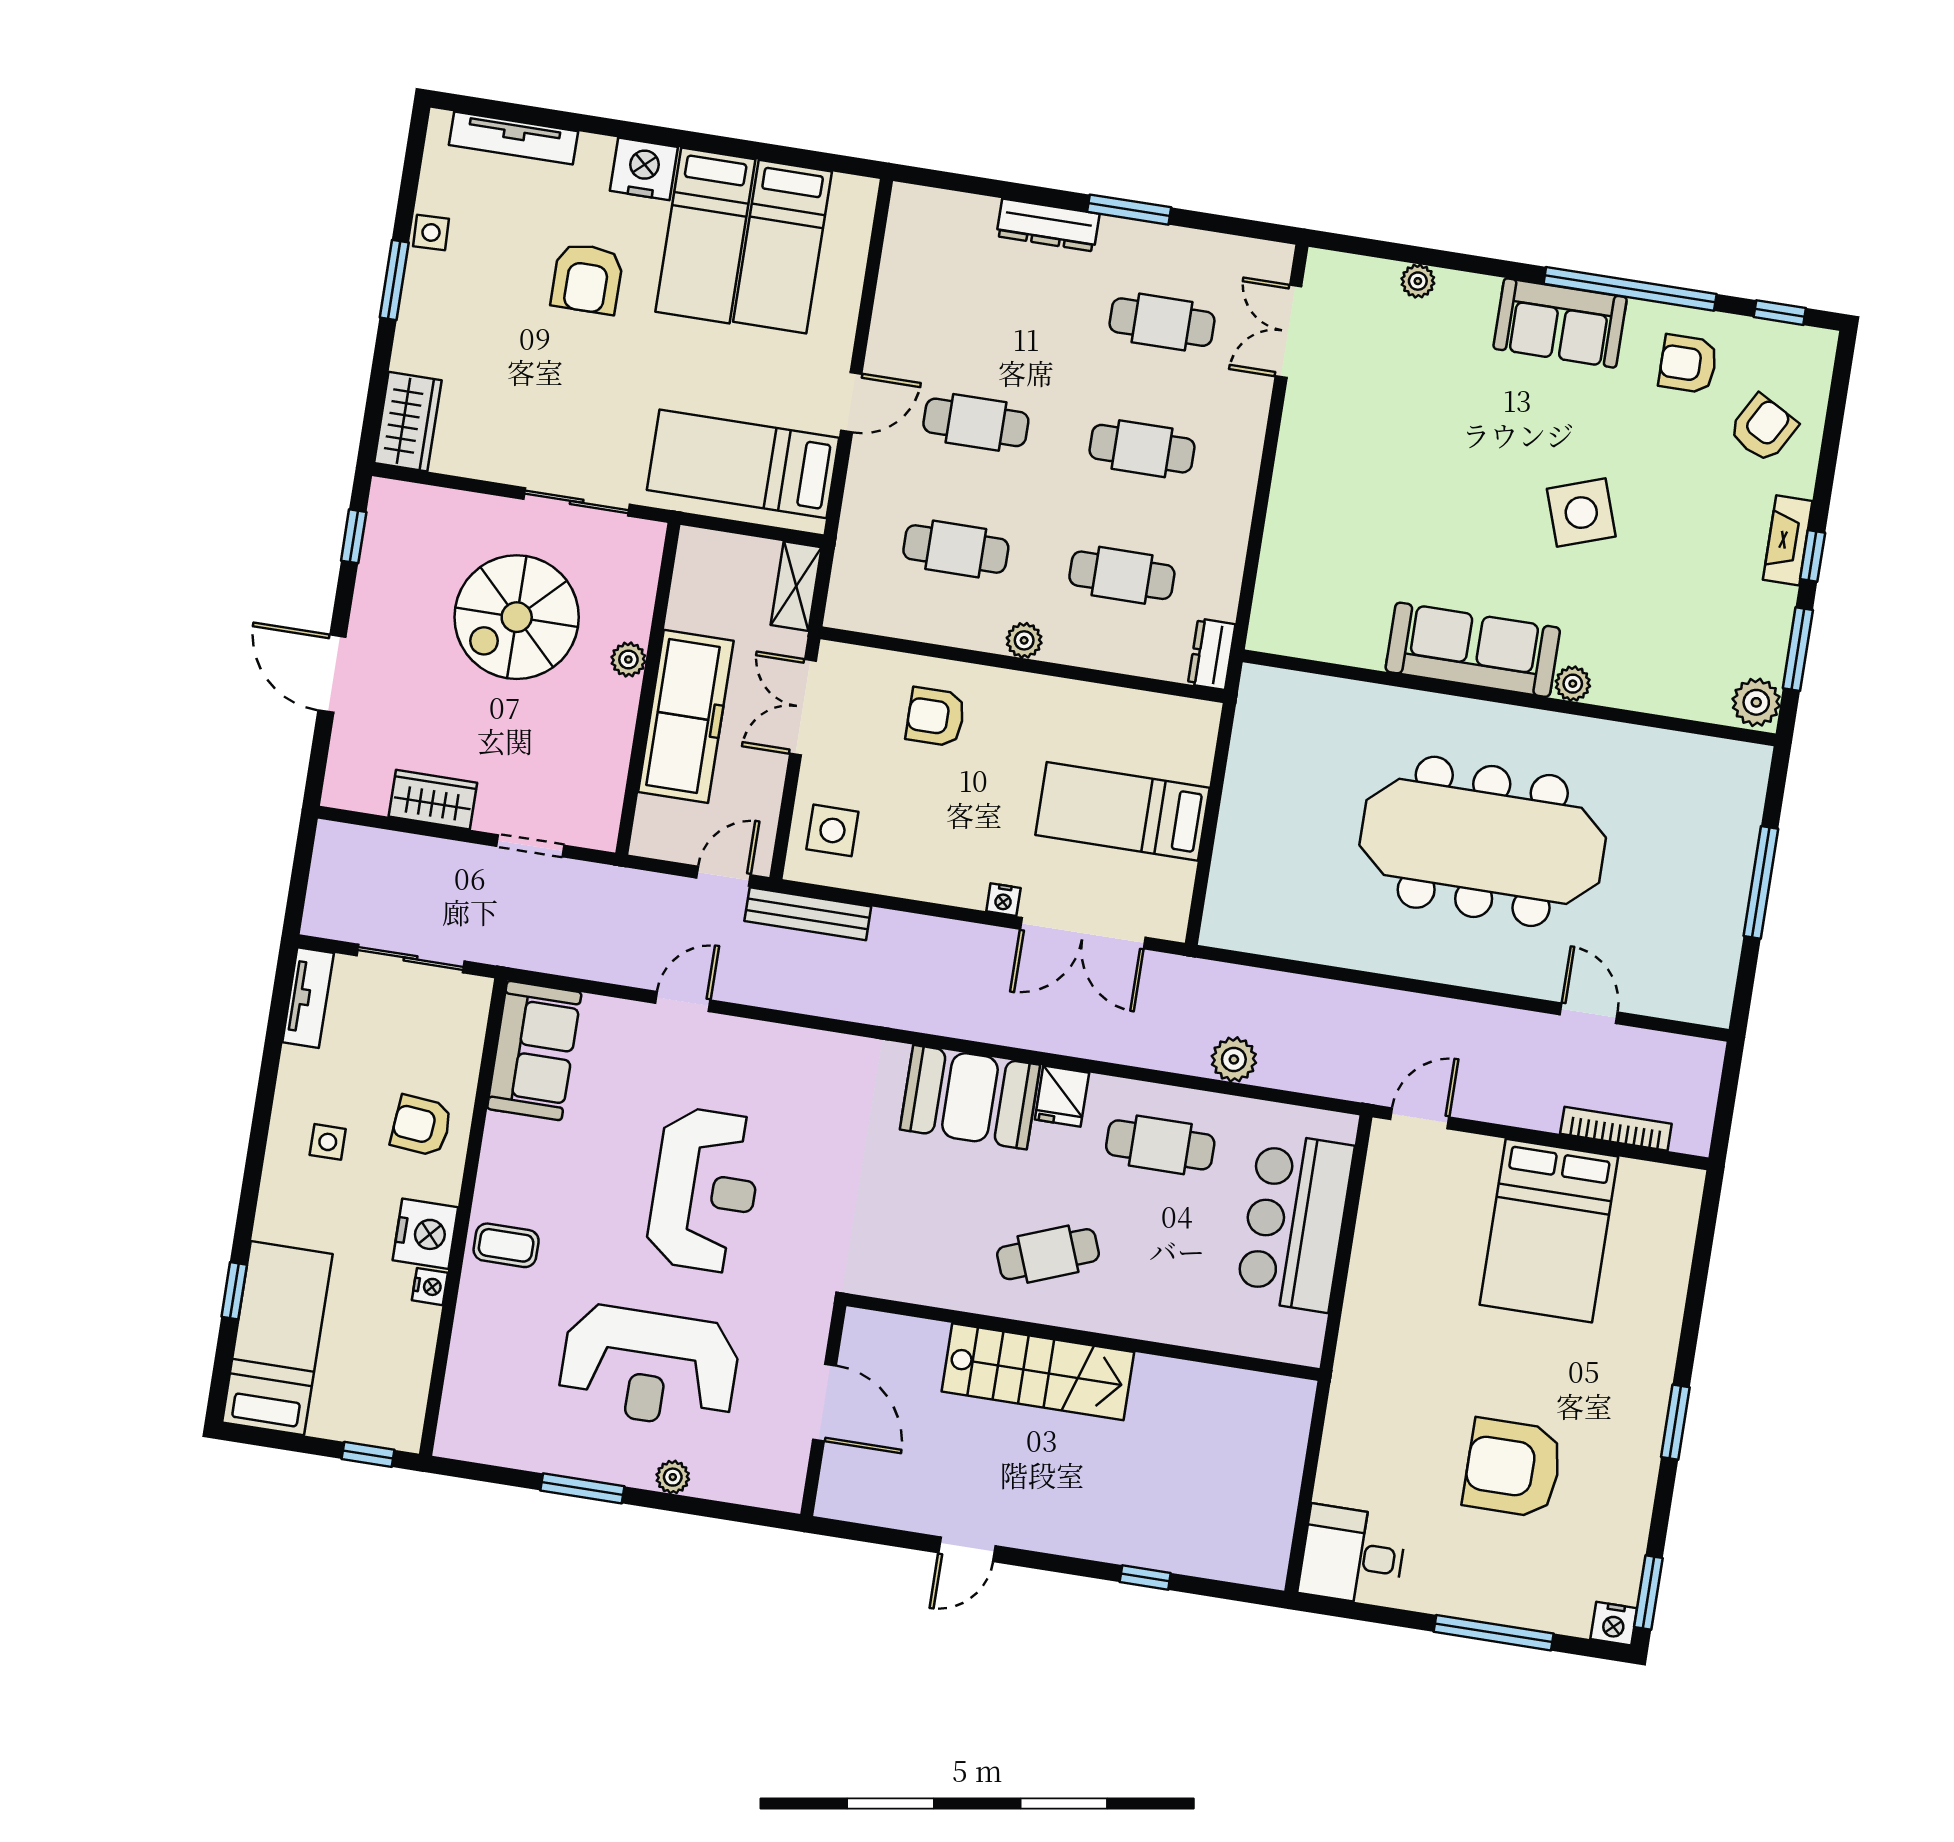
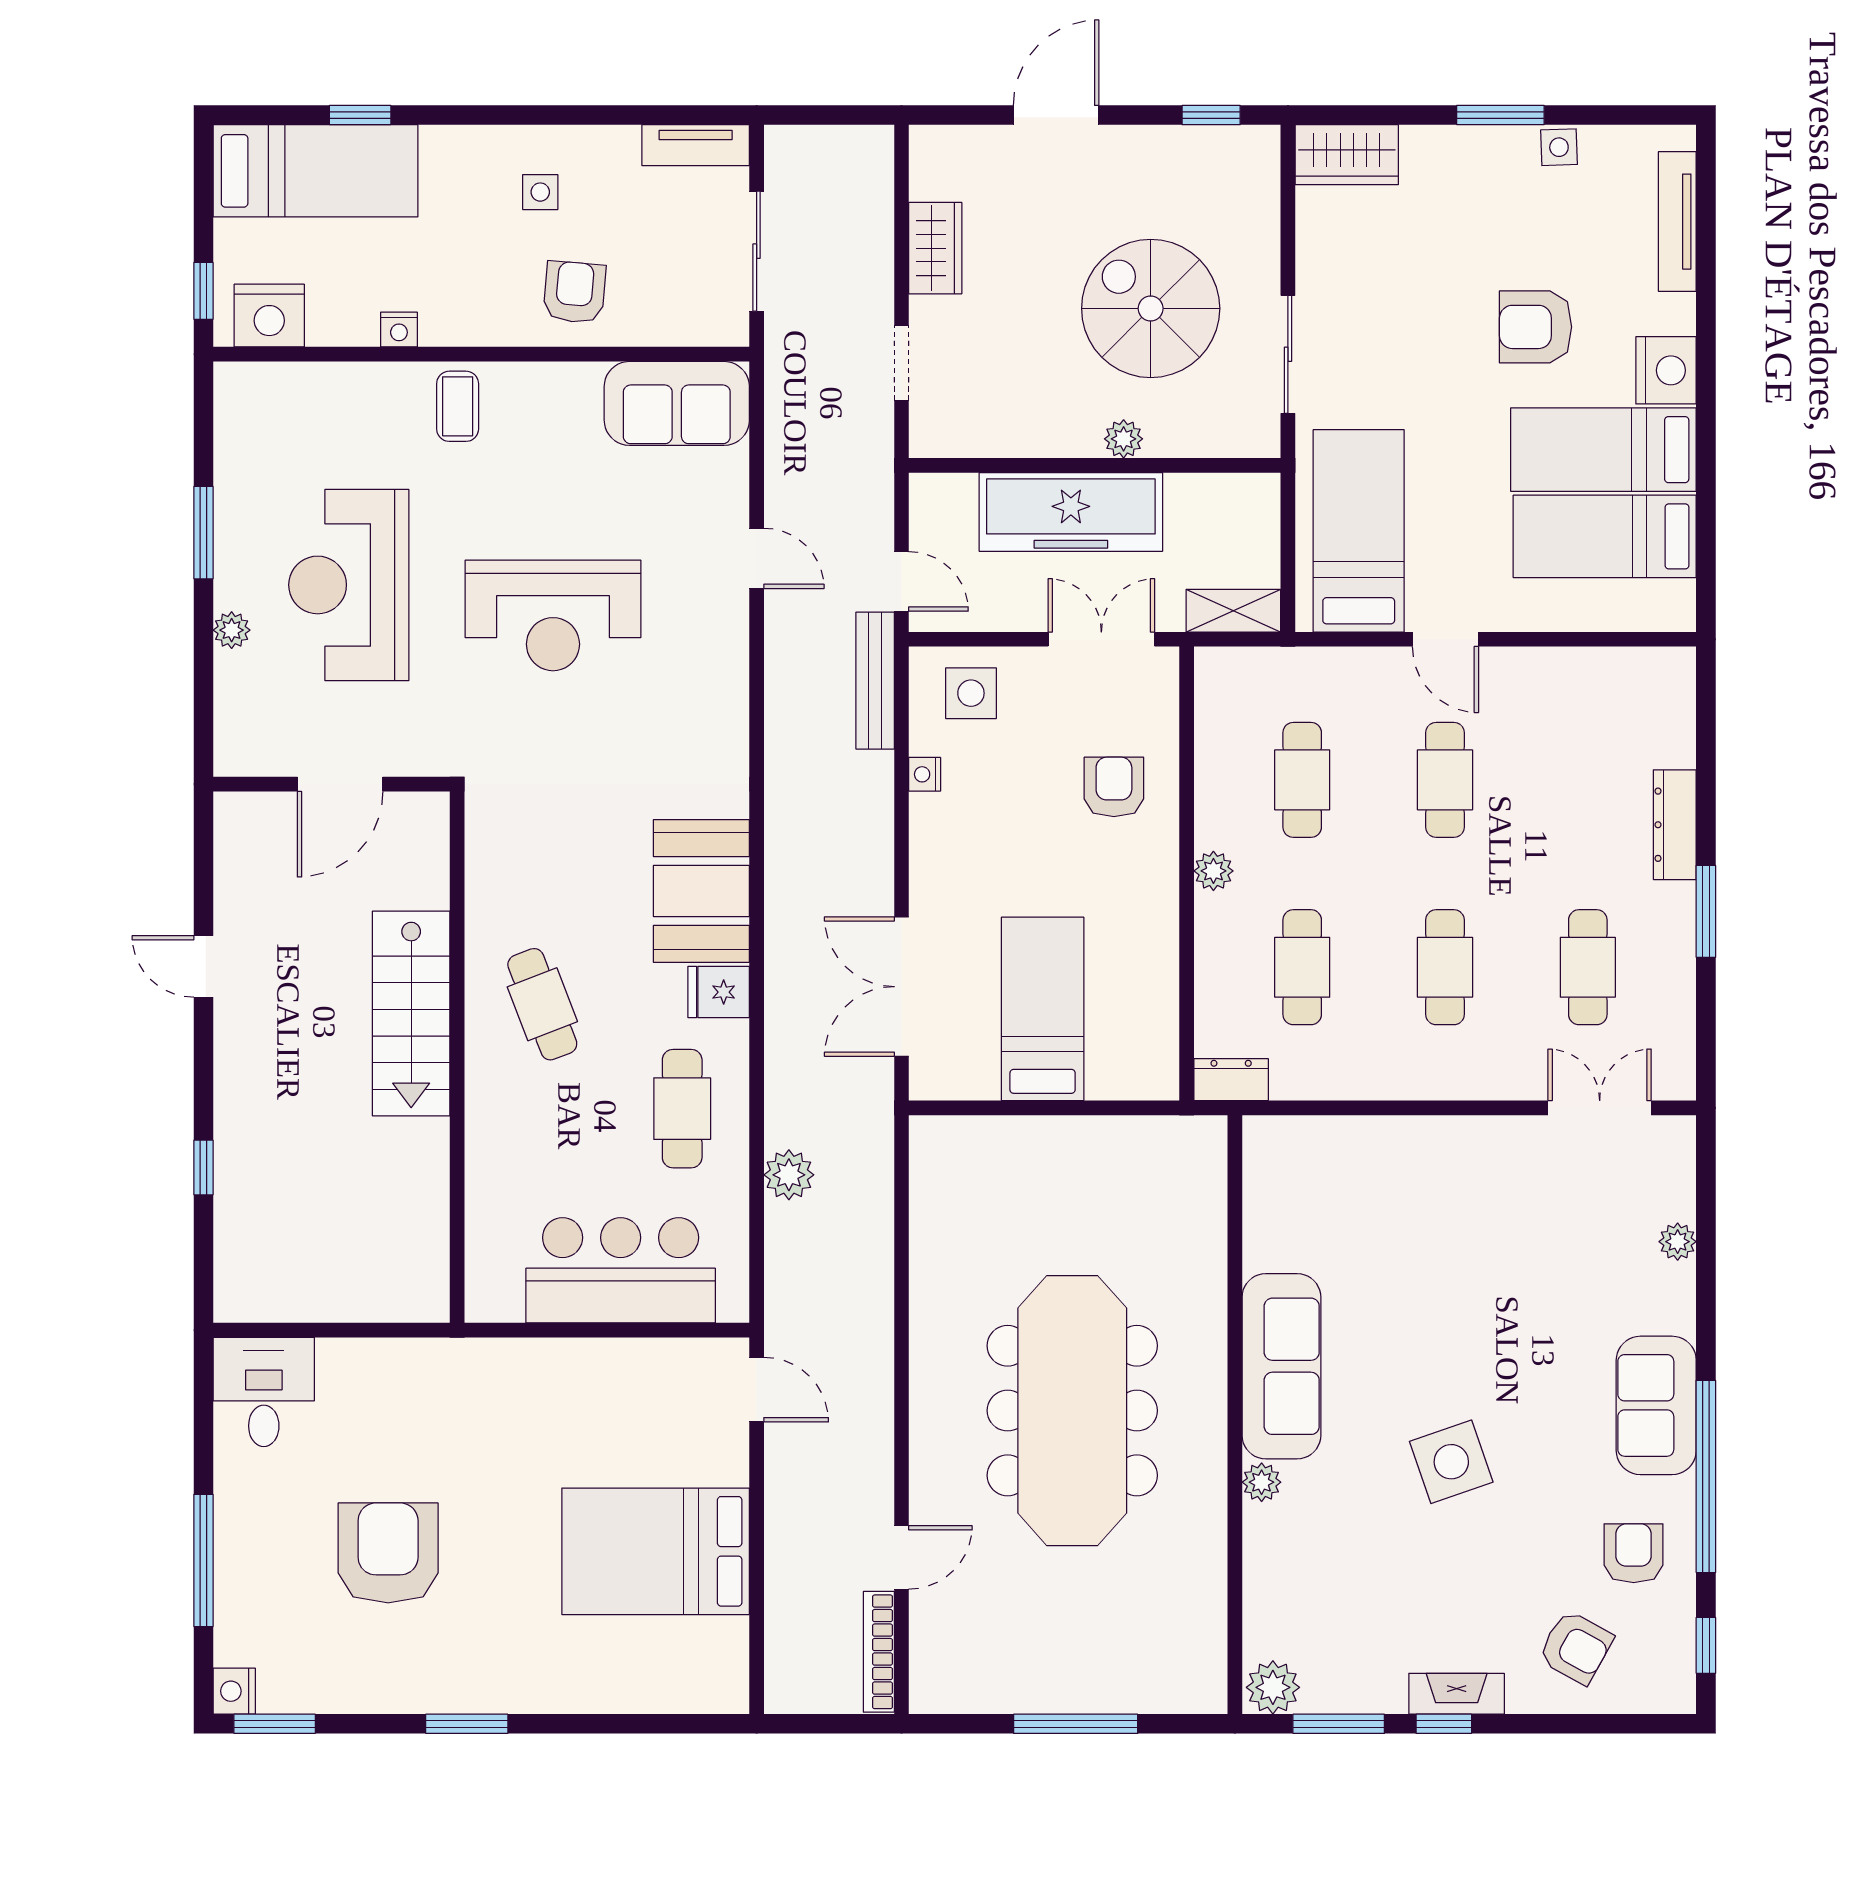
nightstand: (1003, 900) -> (925, 774), moved
bookcase: (1616, 1129) -> (879, 1652), moved, turned 180
nightstand: (425, 1234) -> (269, 316), moved

